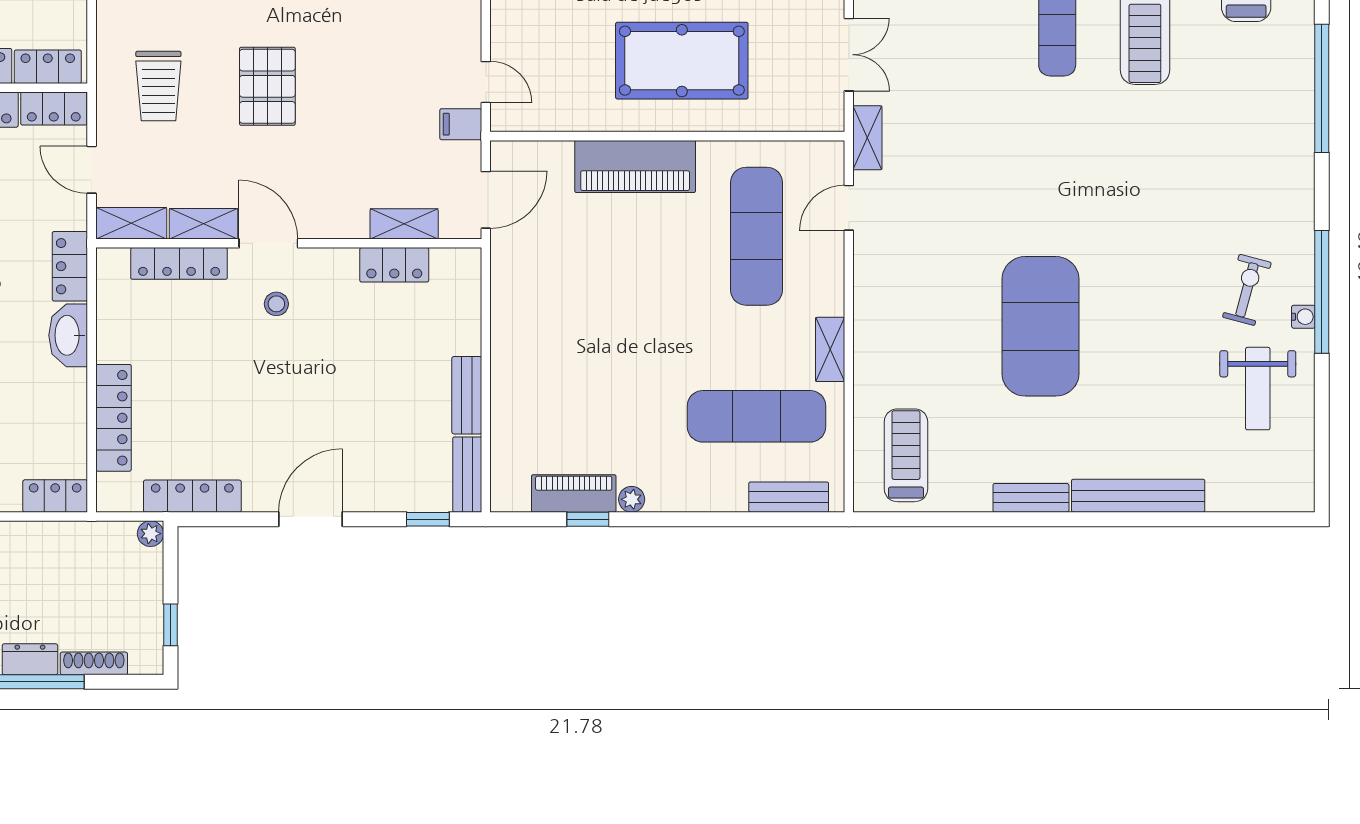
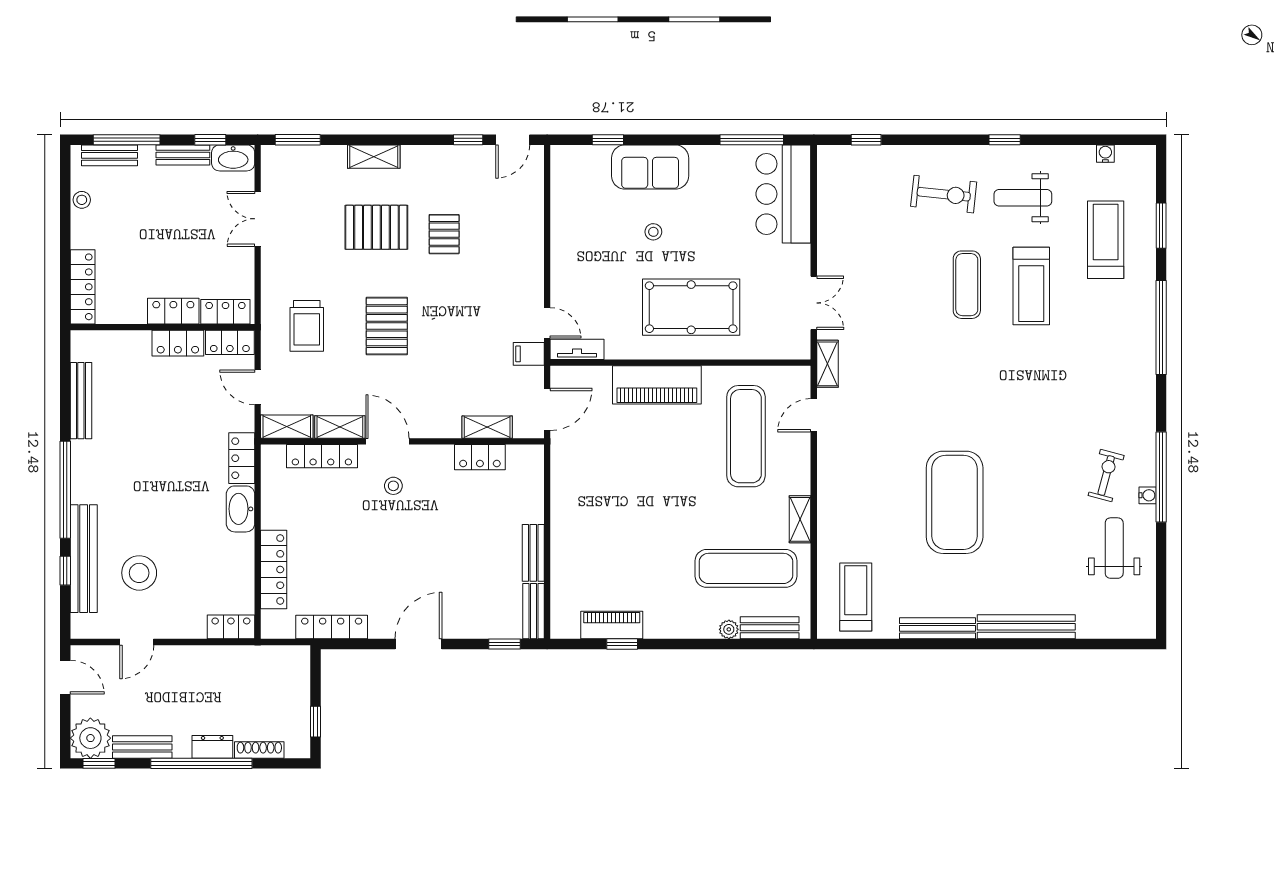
tv unit: (526, 118) -> (577, 349), added
weight bench: (1258, 389) -> (1114, 548), turned 180
bench: (1031, 498) -> (937, 628), width x1.36
plant: (632, 499) -> (729, 629), moved
plant: (150, 534) -> (301, 655), removed

